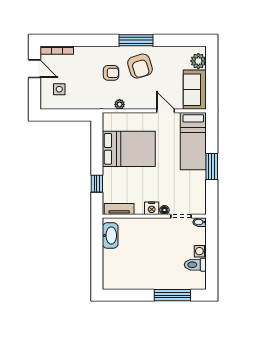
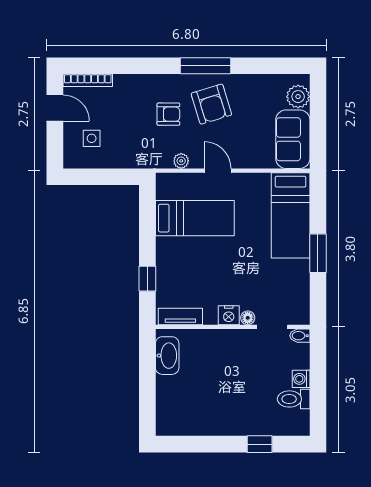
door: (166, 111) -> (218, 171), moved
bed: (129, 149) -> (195, 218), width x0.67
window: (172, 295) -> (260, 444), width x0.46

